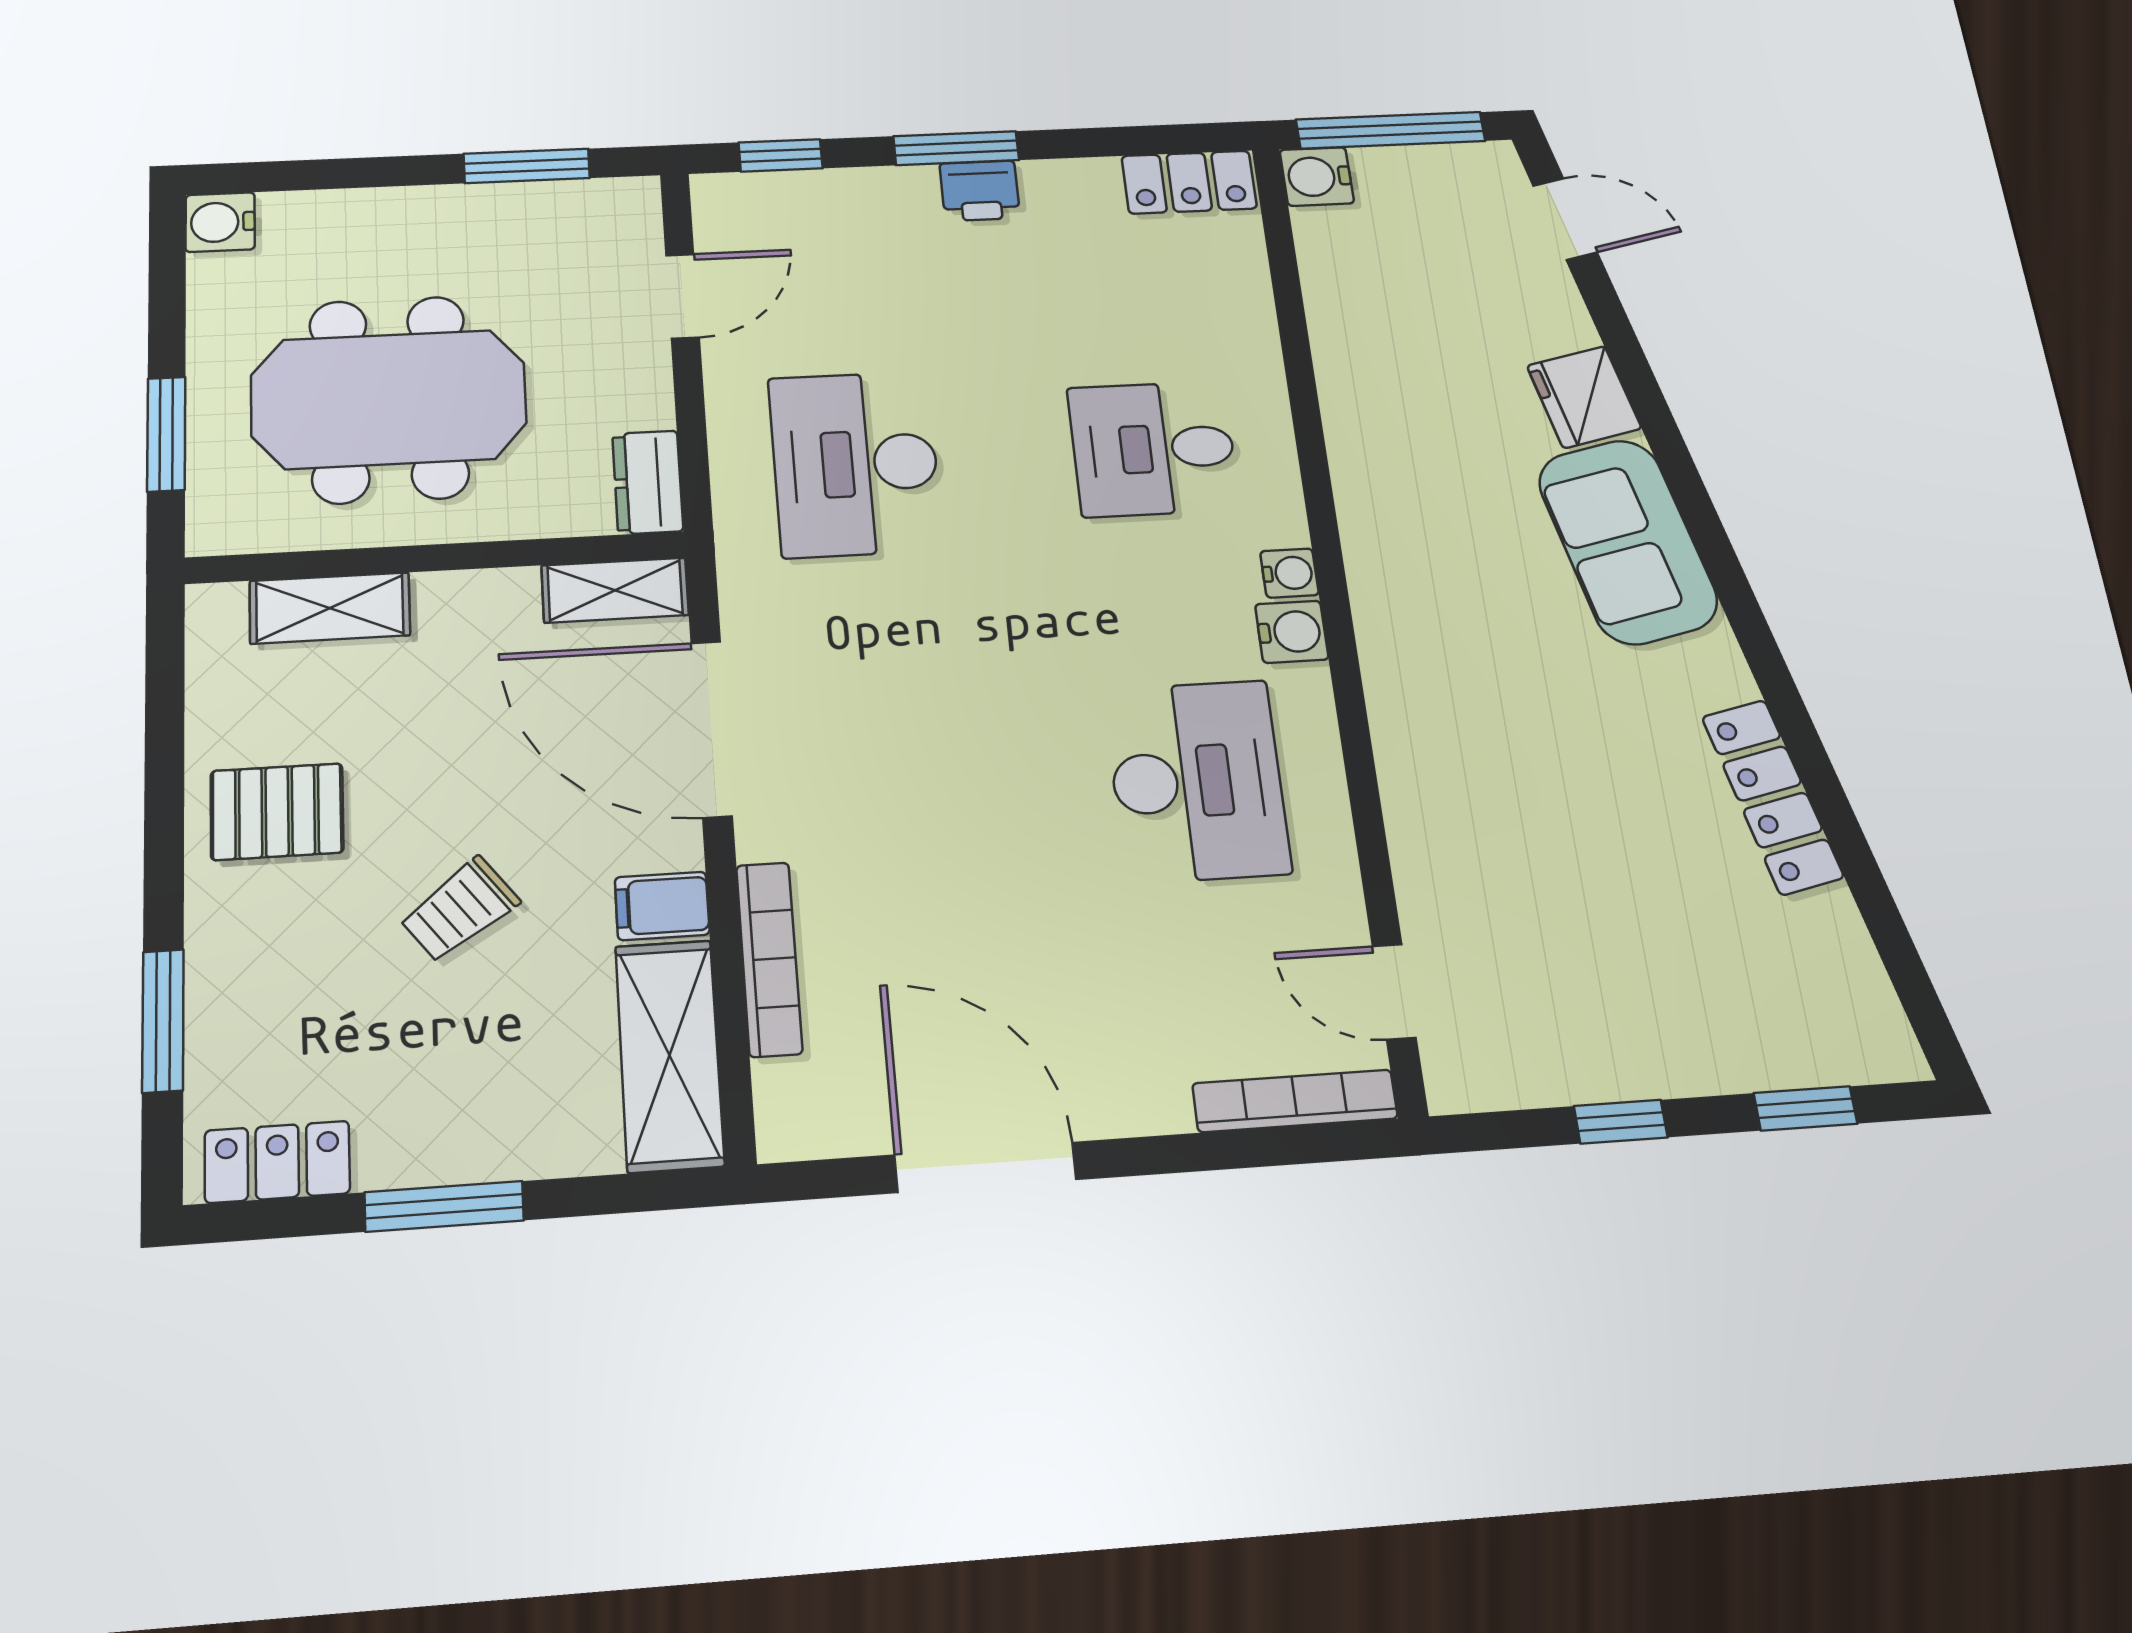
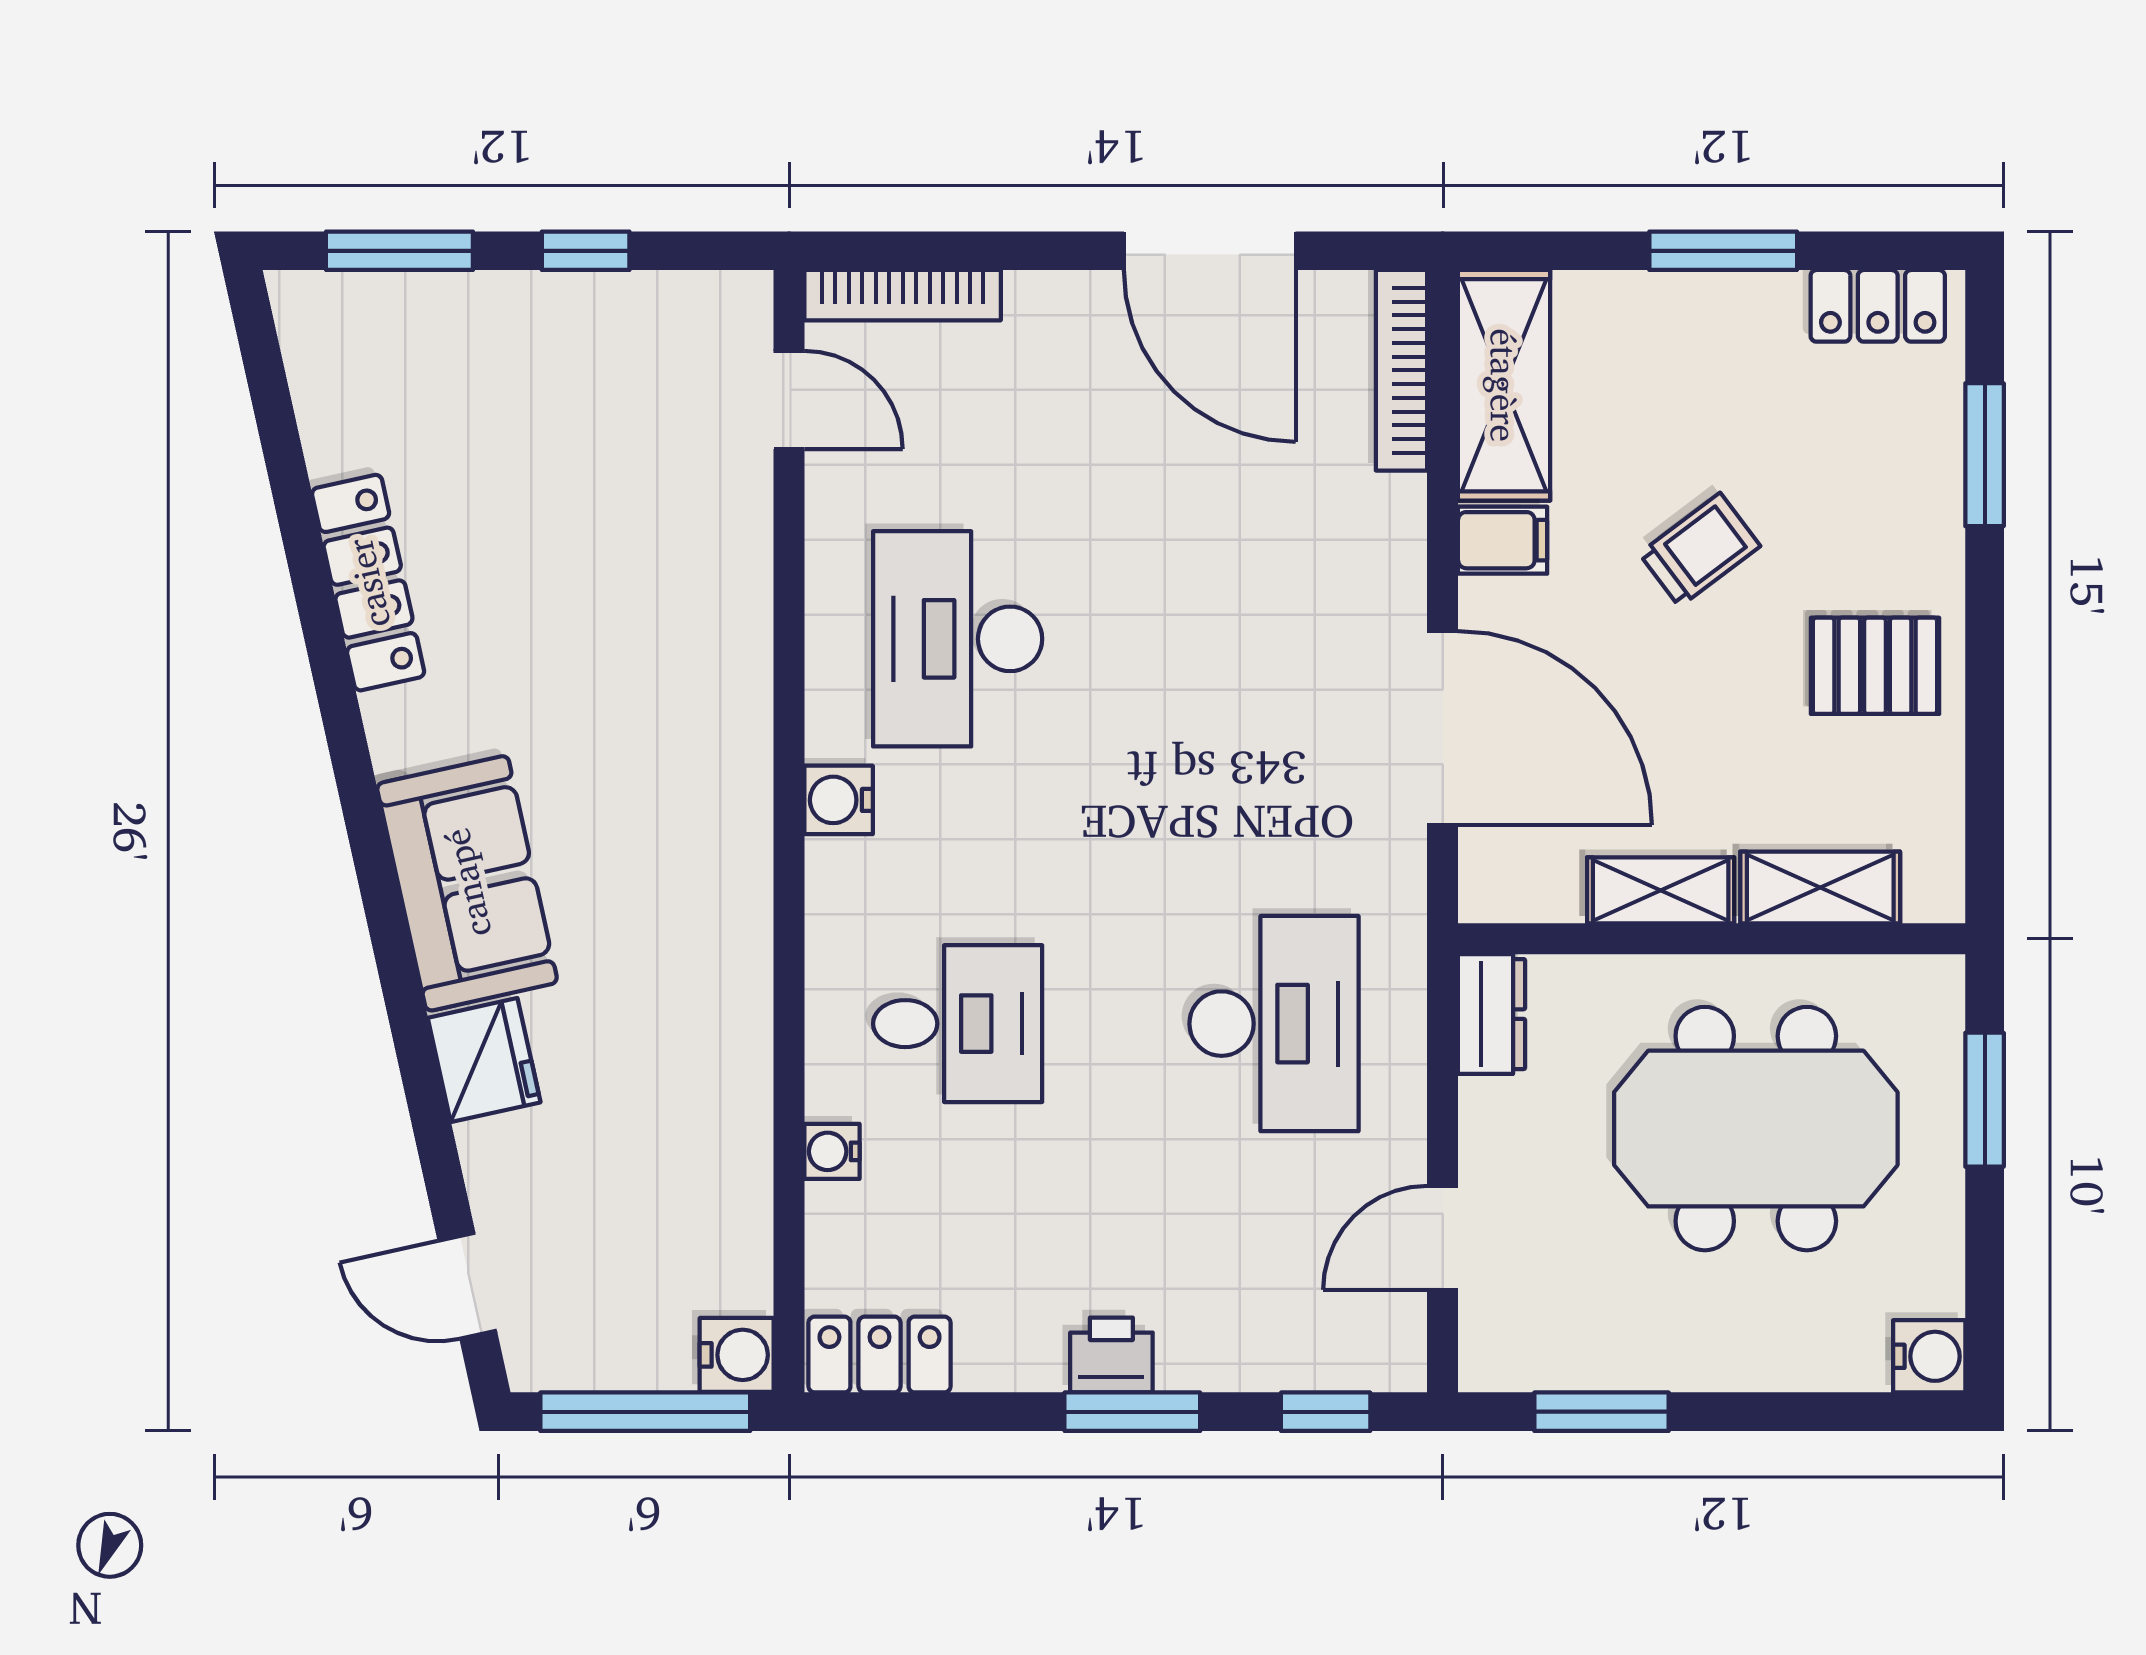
water cooler: (1289, 573) -> (832, 1151), moved
shelving: (615, 590) -> (1661, 890), moved
bookcase: (769, 959) -> (1402, 370), moved
window: (1805, 1108) -> (399, 251), width x1.50

